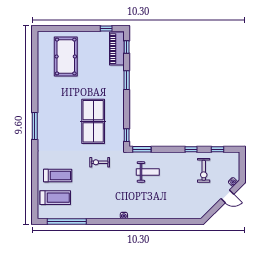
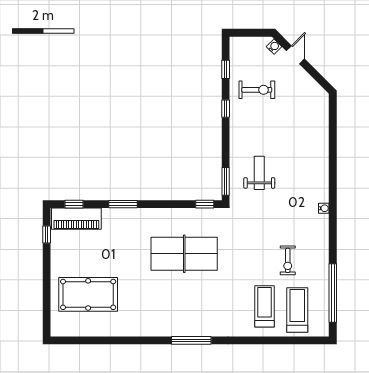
exercise bike: (100, 162) -> (288, 260), moved

